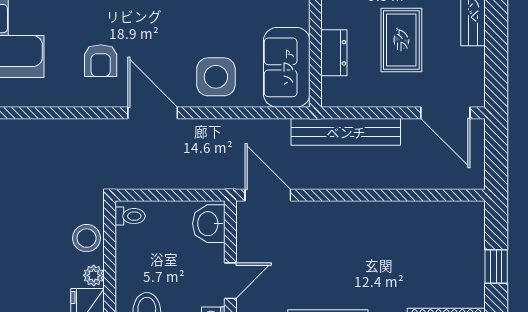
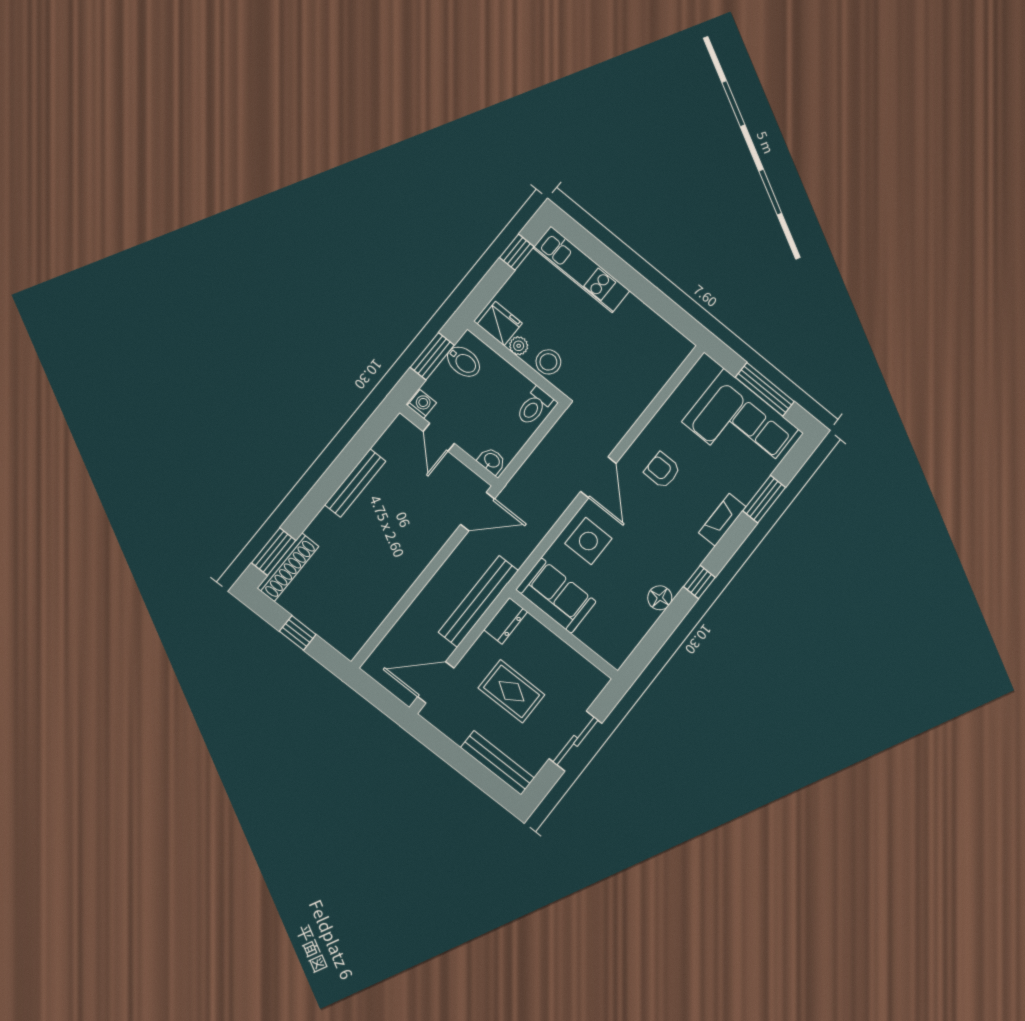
dresser: (334, 53) -> (506, 621), moved, turned -90
door: (153, 113) -> (598, 477), hinge flipped
toilet: (130, 216) -> (534, 406), width x1.37, depth x1.39
washbasin: (209, 224) -> (492, 461), width x0.72, depth x0.69

